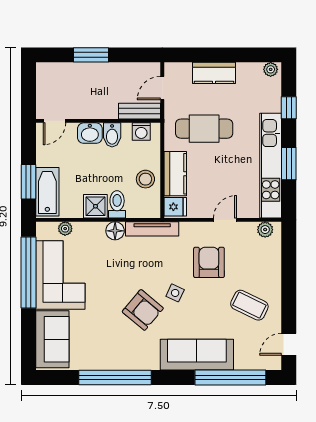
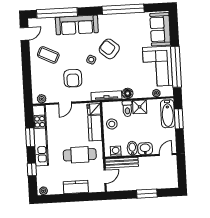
bench: (140, 111) -> (122, 163), width x1.36

